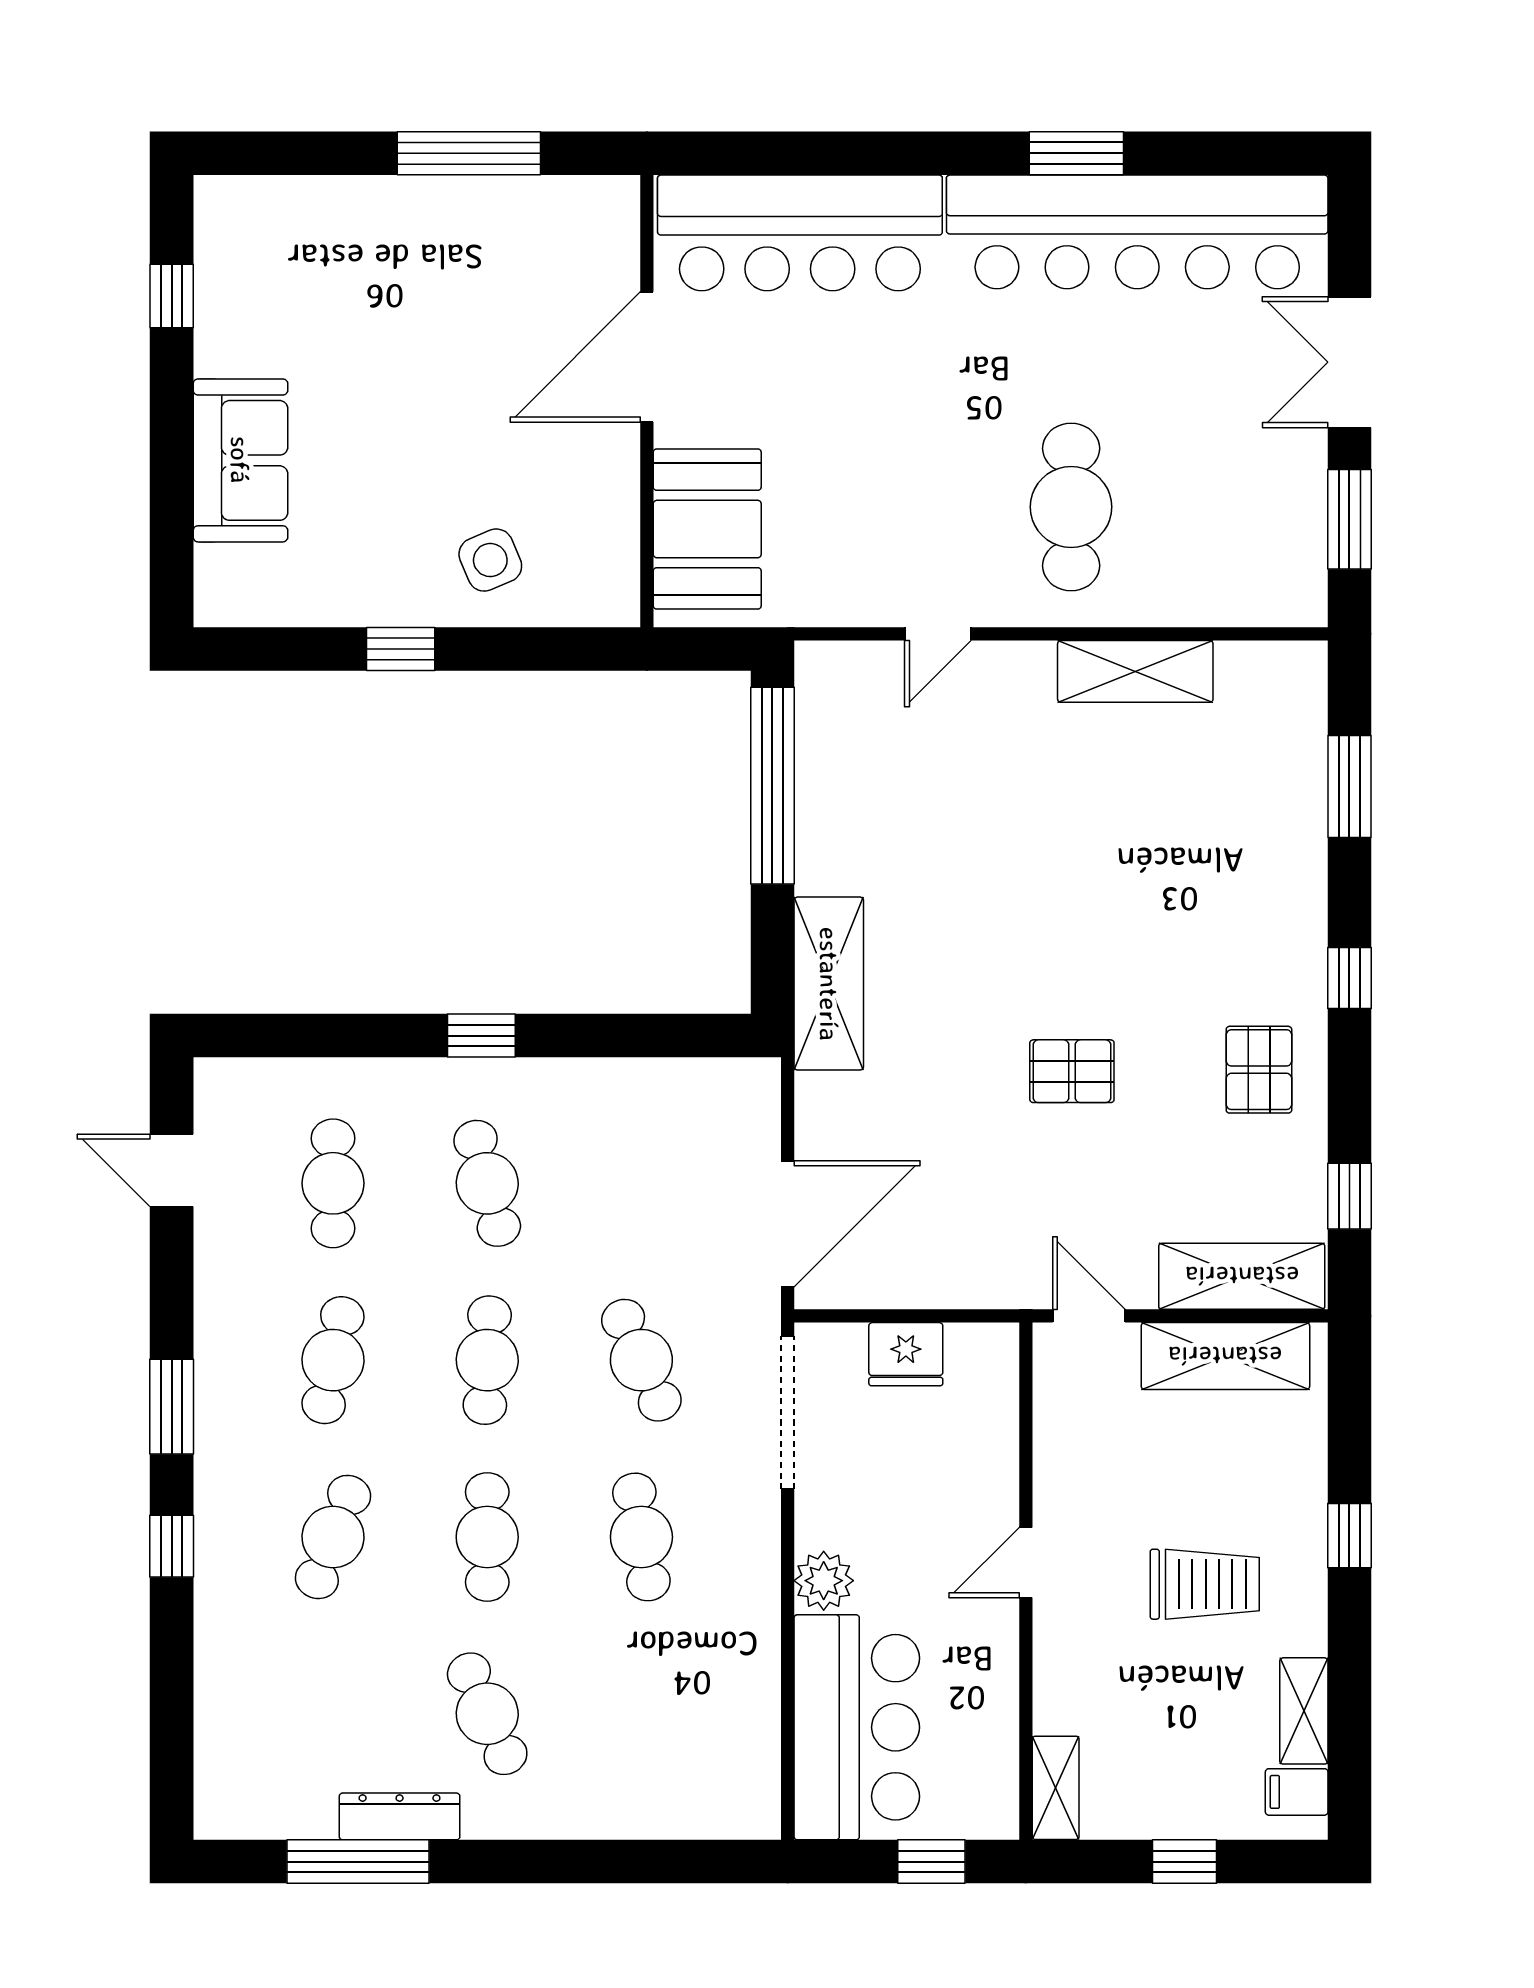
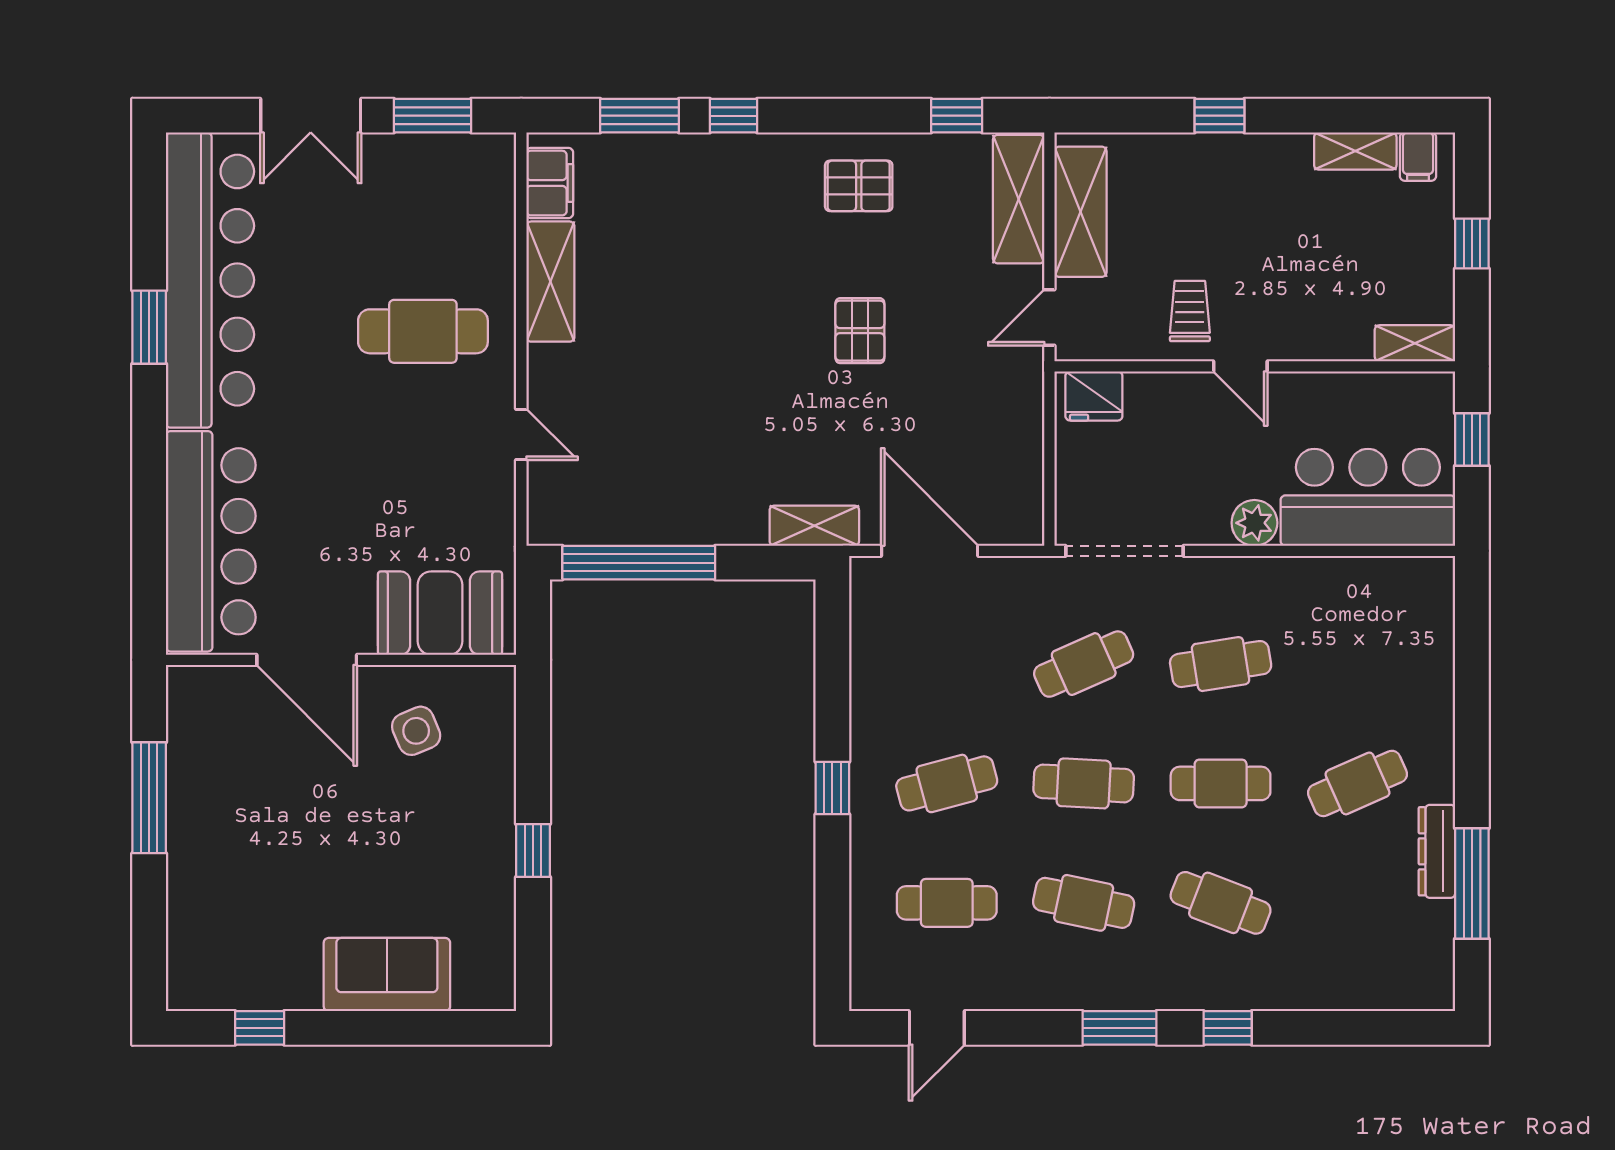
side table: (490, 560) -> (416, 731), moved
filing cabinet: (1263, 671) -> (550, 183), added
window: (1349, 978) -> (734, 116), moved
shelving: (829, 984) -> (814, 526), width x0.67, depth x0.75
door: (788, 1224) -> (930, 551), moved
fridge: (906, 1354) -> (1094, 396), moved, turned 90
trolley: (1205, 1584) -> (1190, 311), moved, width x0.73, depth x0.72

